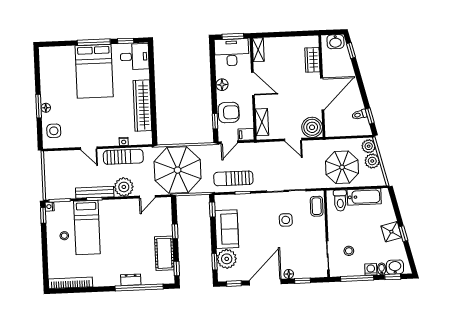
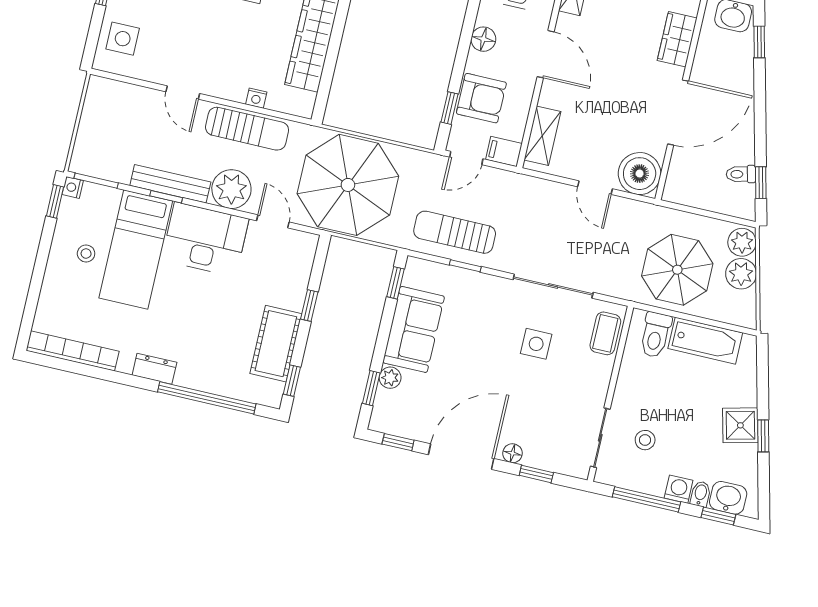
door: (147, 197) -> (273, 221), swing flipped
desk: (118, 214) -> (205, 239), added
plant: (227, 259) -> (390, 378), width x0.53, depth x0.53
dresser: (131, 280) -> (154, 369), moved

